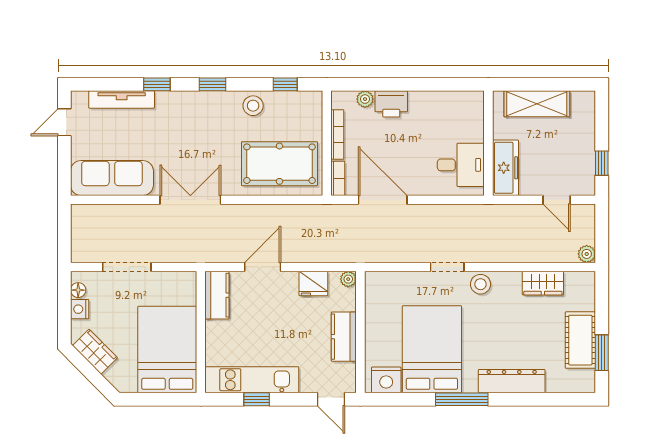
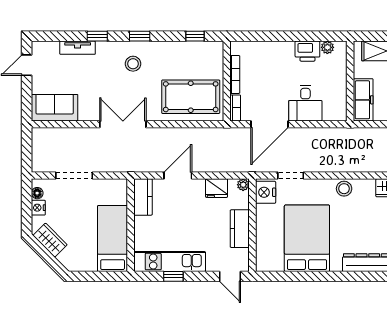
tv unit: (122, 99) -> (78, 48), width x0.71
plant: (365, 99) -> (327, 47), moved
printer: (391, 104) -> (307, 51), moved
stool: (253, 106) -> (133, 64), moved
desk: (461, 165) -> (305, 103), moved, turned 90
sofa: (112, 178) -> (55, 108), width x0.73
door: (383, 200) -> (269, 124), swing flipped
doorway: (447, 267) -> (291, 175), moved
bed: (167, 350) -> (113, 238), width x0.67
nightstand: (386, 380) -> (266, 192), moved, turned 90
window: (462, 399) -> (330, 276), removed

